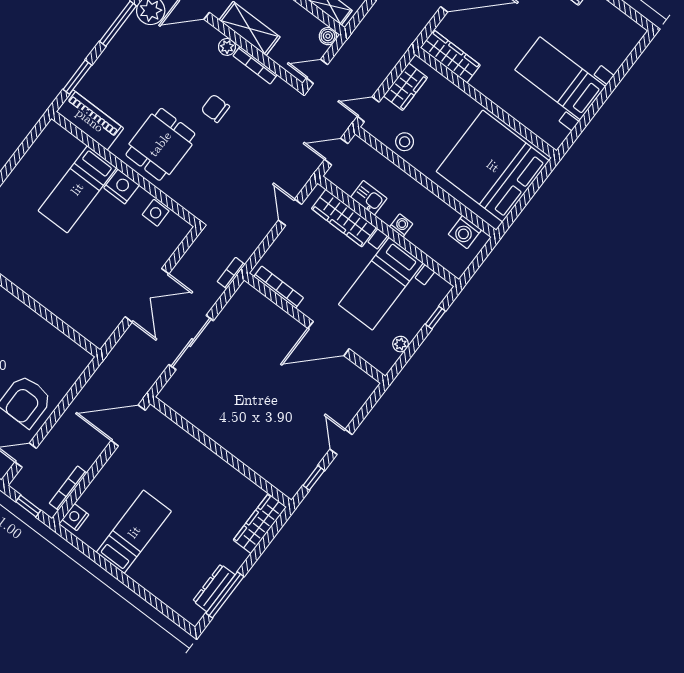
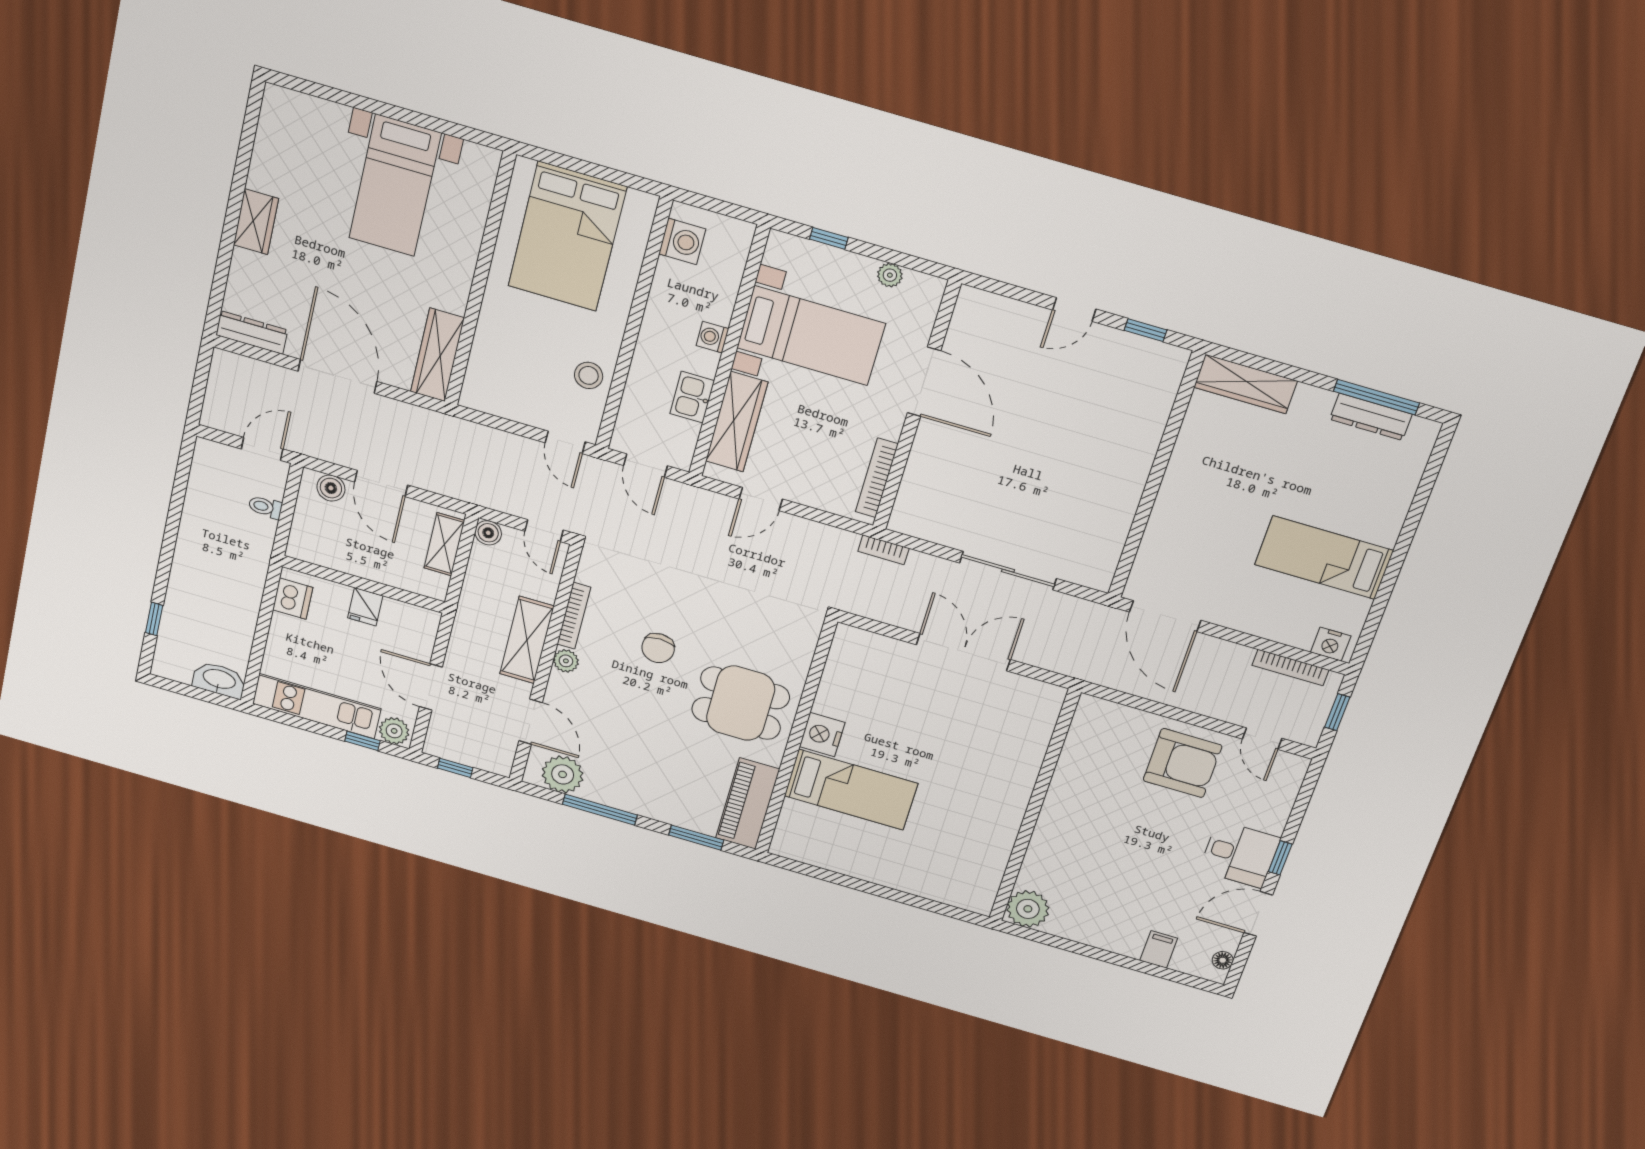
wardrobe: (406, 87) -> (510, 402), removed
bed: (493, 166) -> (567, 237), width x0.73
side table: (156, 213) -> (840, 679), removed

